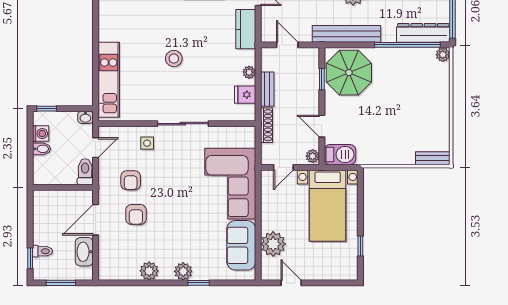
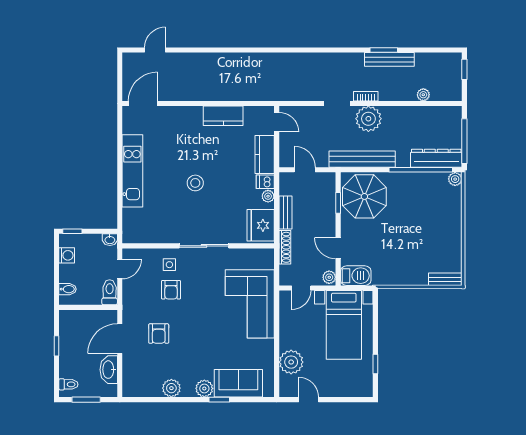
dishwasher: (246, 57) -> (265, 182), added
kitchen unit: (109, 80) -> (132, 171), moved
fridge: (245, 95) -> (261, 225), width x1.88, depth x1.34
bidet: (42, 149) -> (68, 289), moved
armchair: (131, 180) -> (171, 290), moved
sofa: (241, 245) -> (238, 383), moved, turned 90
toilet: (43, 251) -> (68, 384), moved
window: (30, 258) -> (57, 346), moved

